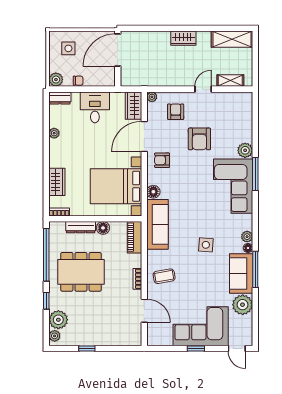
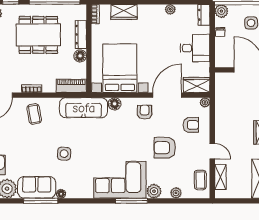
coffee table: (233, 102) -> (200, 180), added
door: (144, 136) -> (167, 95), hinge flipped
plant: (247, 237) -> (176, 193), moved
dining table: (81, 272) -> (38, 35), turned 90

